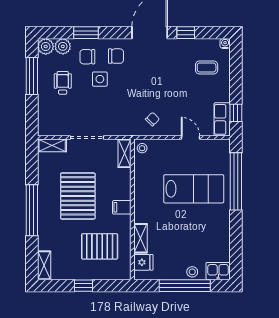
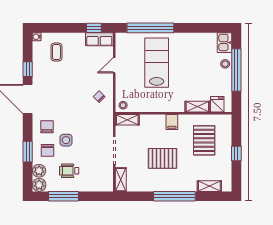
pallet: (78, 196) -> (163, 158), width x0.73, depth x0.71
shelving: (44, 265) -> (209, 186), moved

